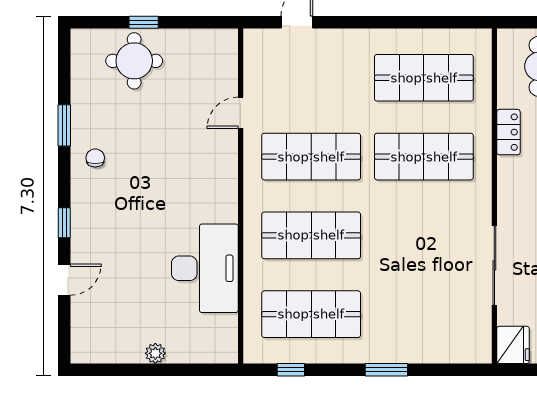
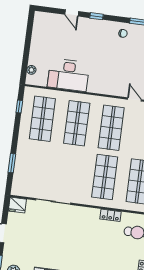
plant: (155, 353) -> (31, 70), moved
window: (386, 370) -> (12, 163), moved

